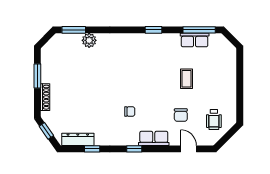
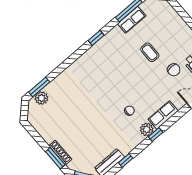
plant: (89, 40) -> (41, 98), moved
window: (37, 76) -> (55, 158), moved
chair: (181, 115) -> (174, 70), moved
plant: (131, 138) -> (147, 129), added

